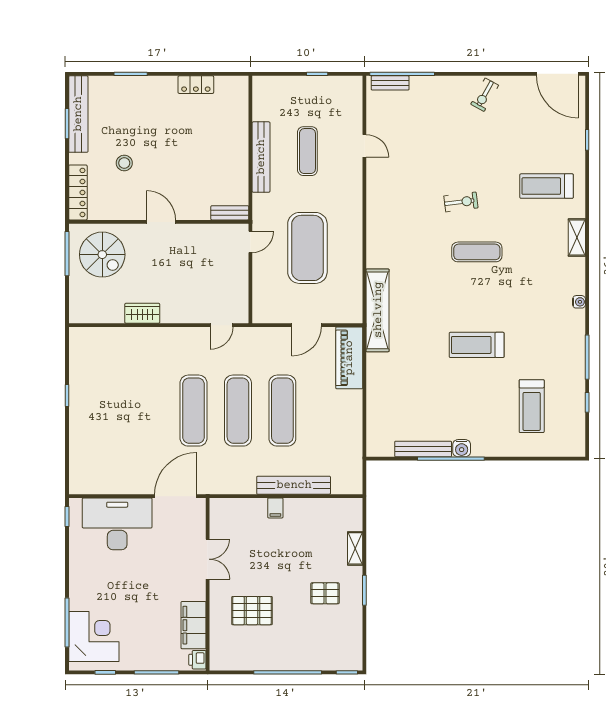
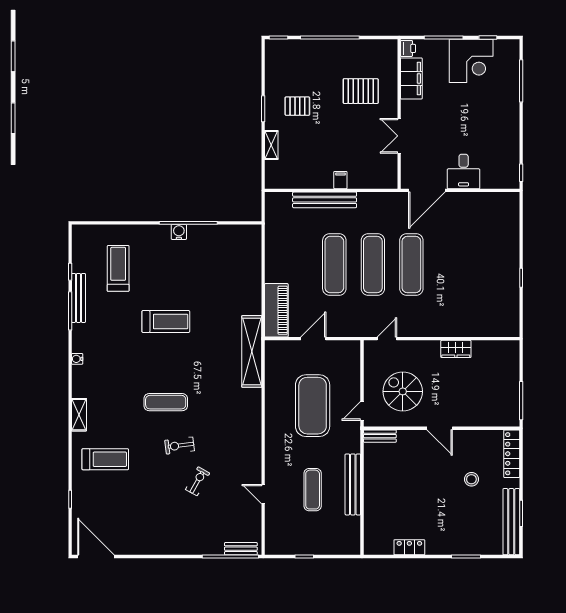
exercise bike: (485, 95) -> (198, 481), moved
spiral stairs: (102, 255) -> (403, 391), moved
bench: (423, 449) -> (78, 298), moved, turned 90
desk: (117, 524) -> (464, 171), width x0.53, depth x0.77
corner desk: (94, 637) -> (471, 61), moved, turned -90

